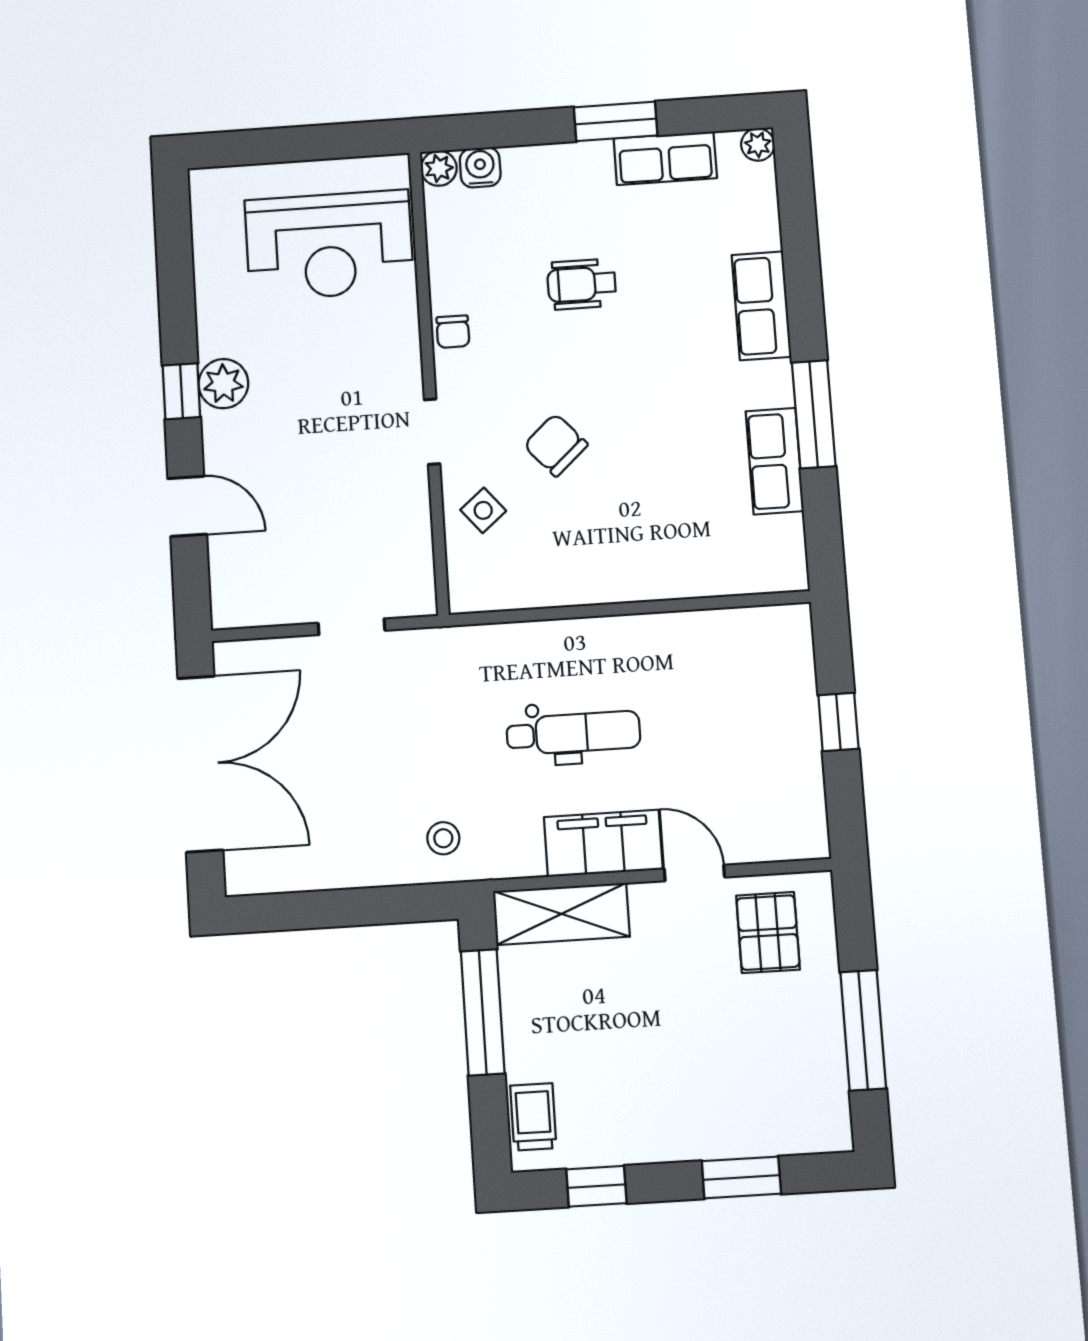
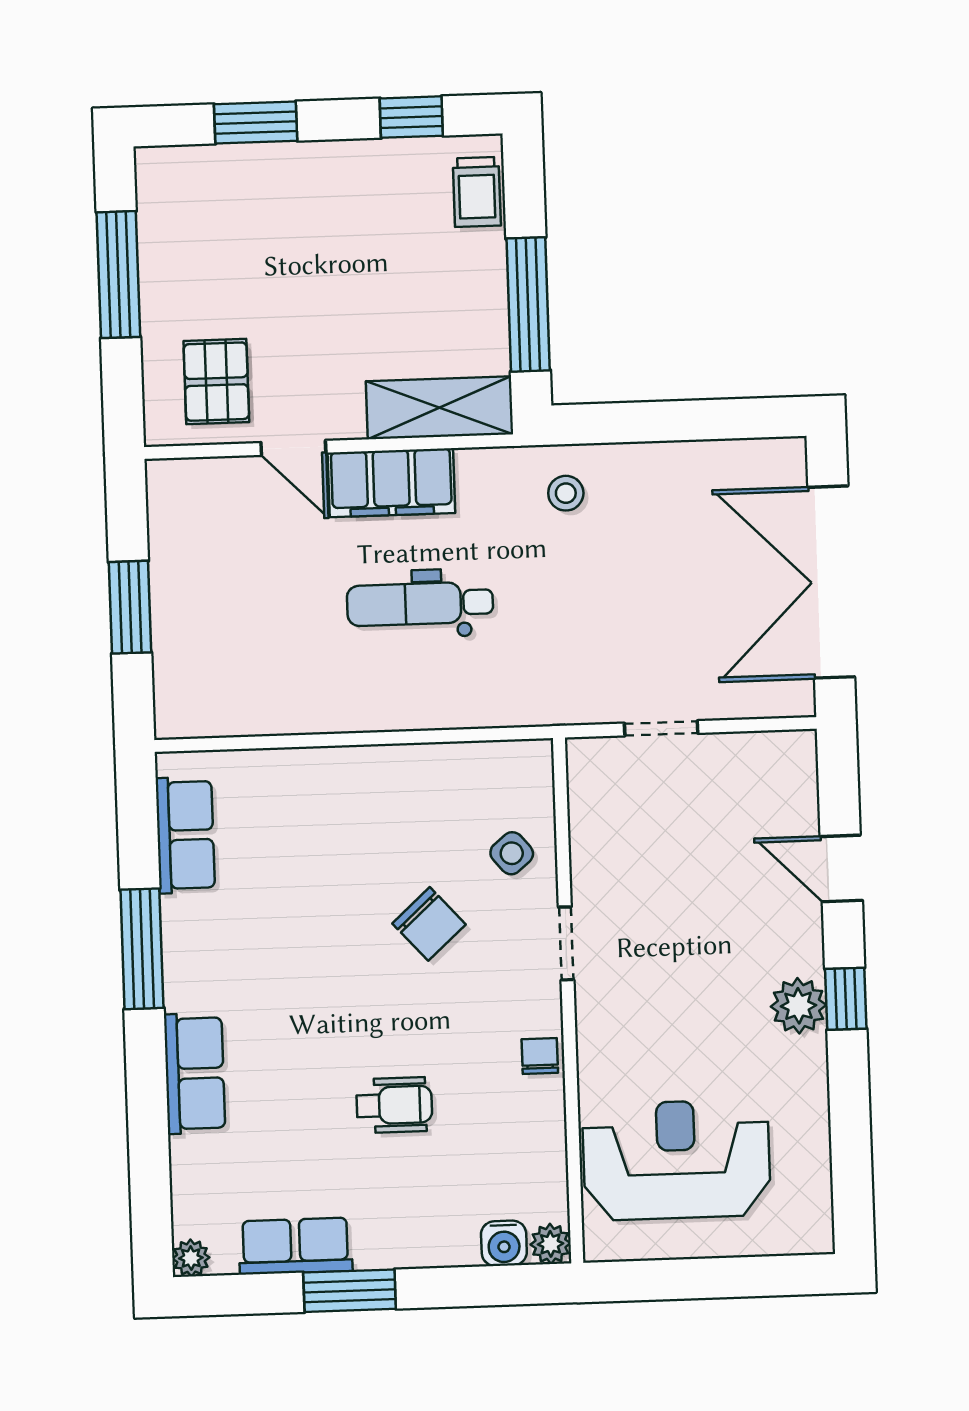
row of seats: (775, 461) -> (185, 835), moved
window: (838, 722) -> (130, 607), width x1.50

